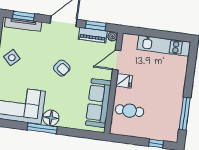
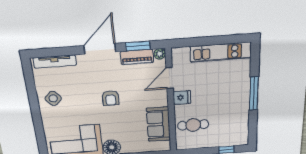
window: (23, 16) -> (52, 52), removed
armchair: (62, 68) -> (111, 98), turned 54
sofa: (98, 103) -> (158, 124), width x0.73
window: (185, 114) -> (254, 94), moved

